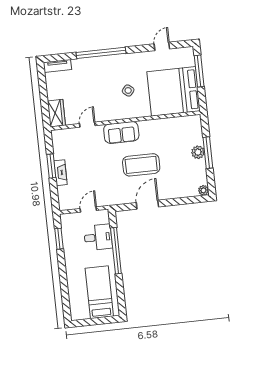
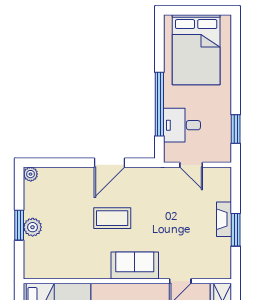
window: (208, 153) -> (19, 225), width x0.69
coffee table: (141, 165) -> (112, 218), width x0.73, depth x0.76
door: (88, 209) -> (191, 165), hinge flipped
bed: (99, 292) -> (196, 50), width x1.50

